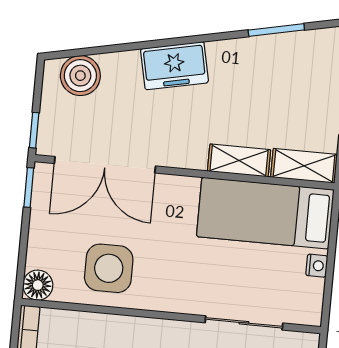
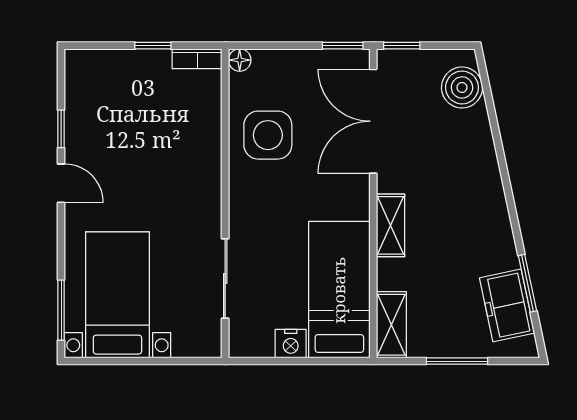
freezer: (175, 66) -> (507, 305), moved
shelving: (239, 160) -> (391, 225), moved
nightstand: (317, 266) -> (291, 344), width x1.39, depth x1.35
floor lamp: (38, 285) -> (240, 60), width x0.73, depth x0.73

